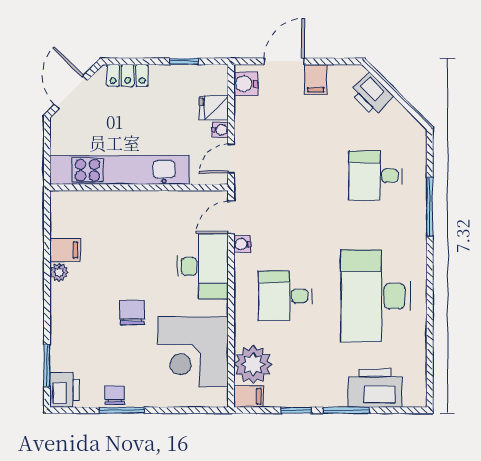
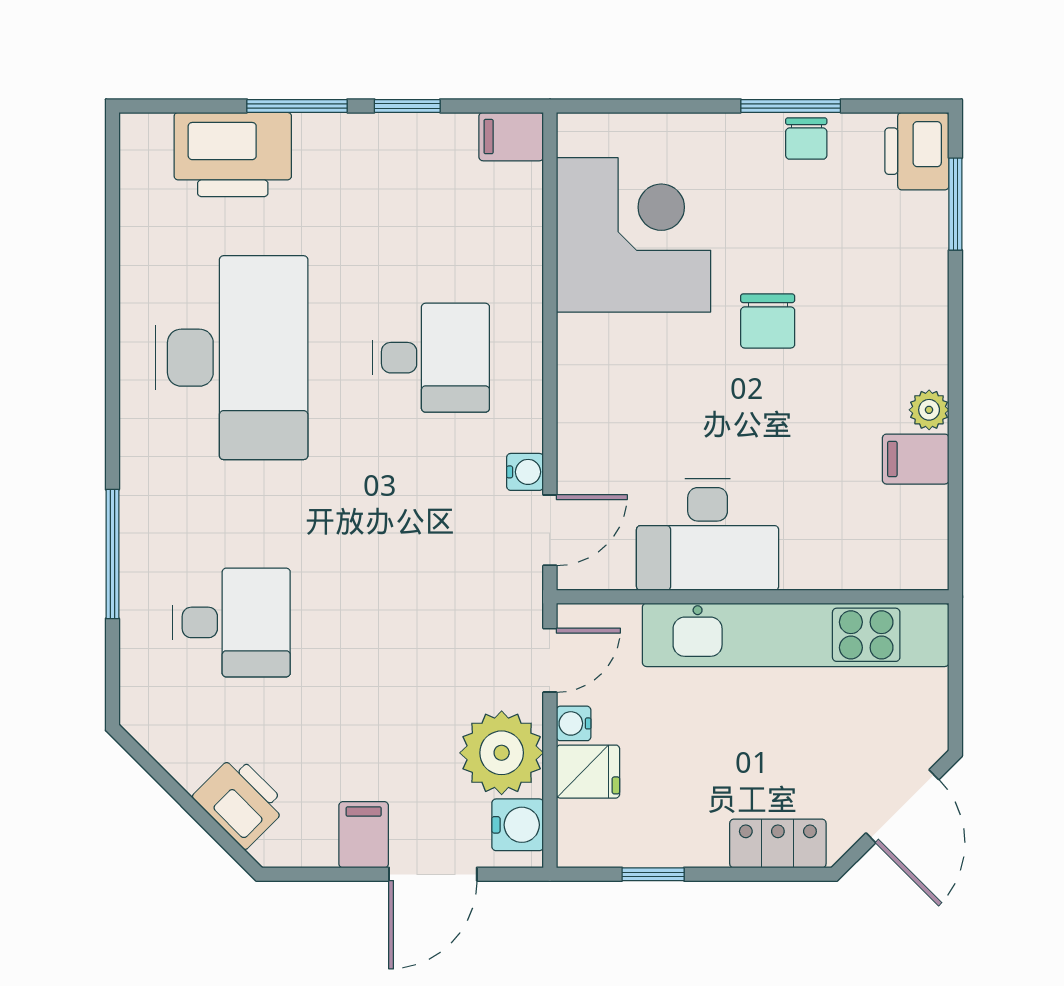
desk: (203, 266) -> (708, 534), moved, turned -90
plant: (253, 364) -> (502, 753), moved

